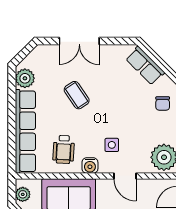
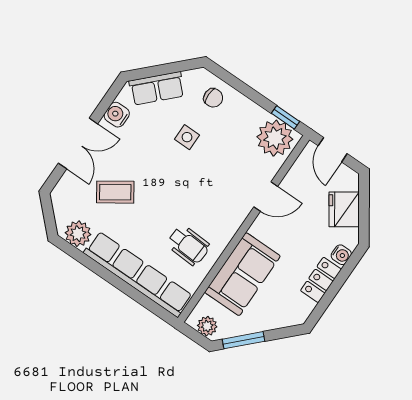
coffee table: (77, 95) -> (115, 192), moved
side table: (112, 145) -> (187, 137), moved
water cooler: (90, 166) -> (117, 115), moved, turned 180

